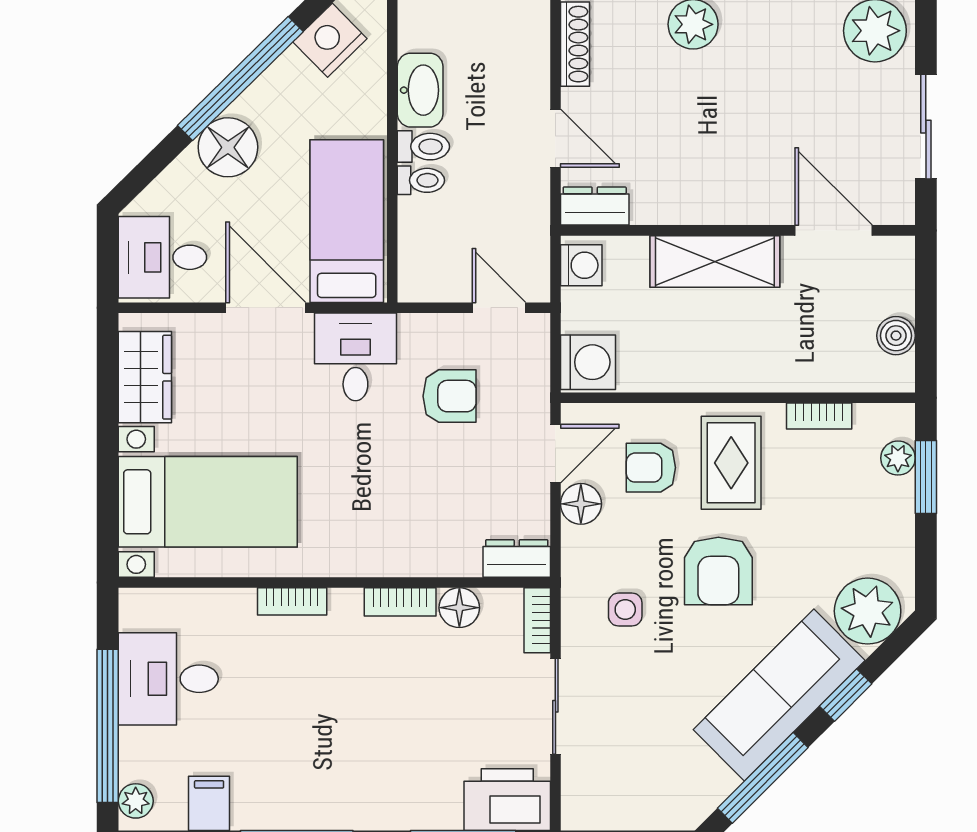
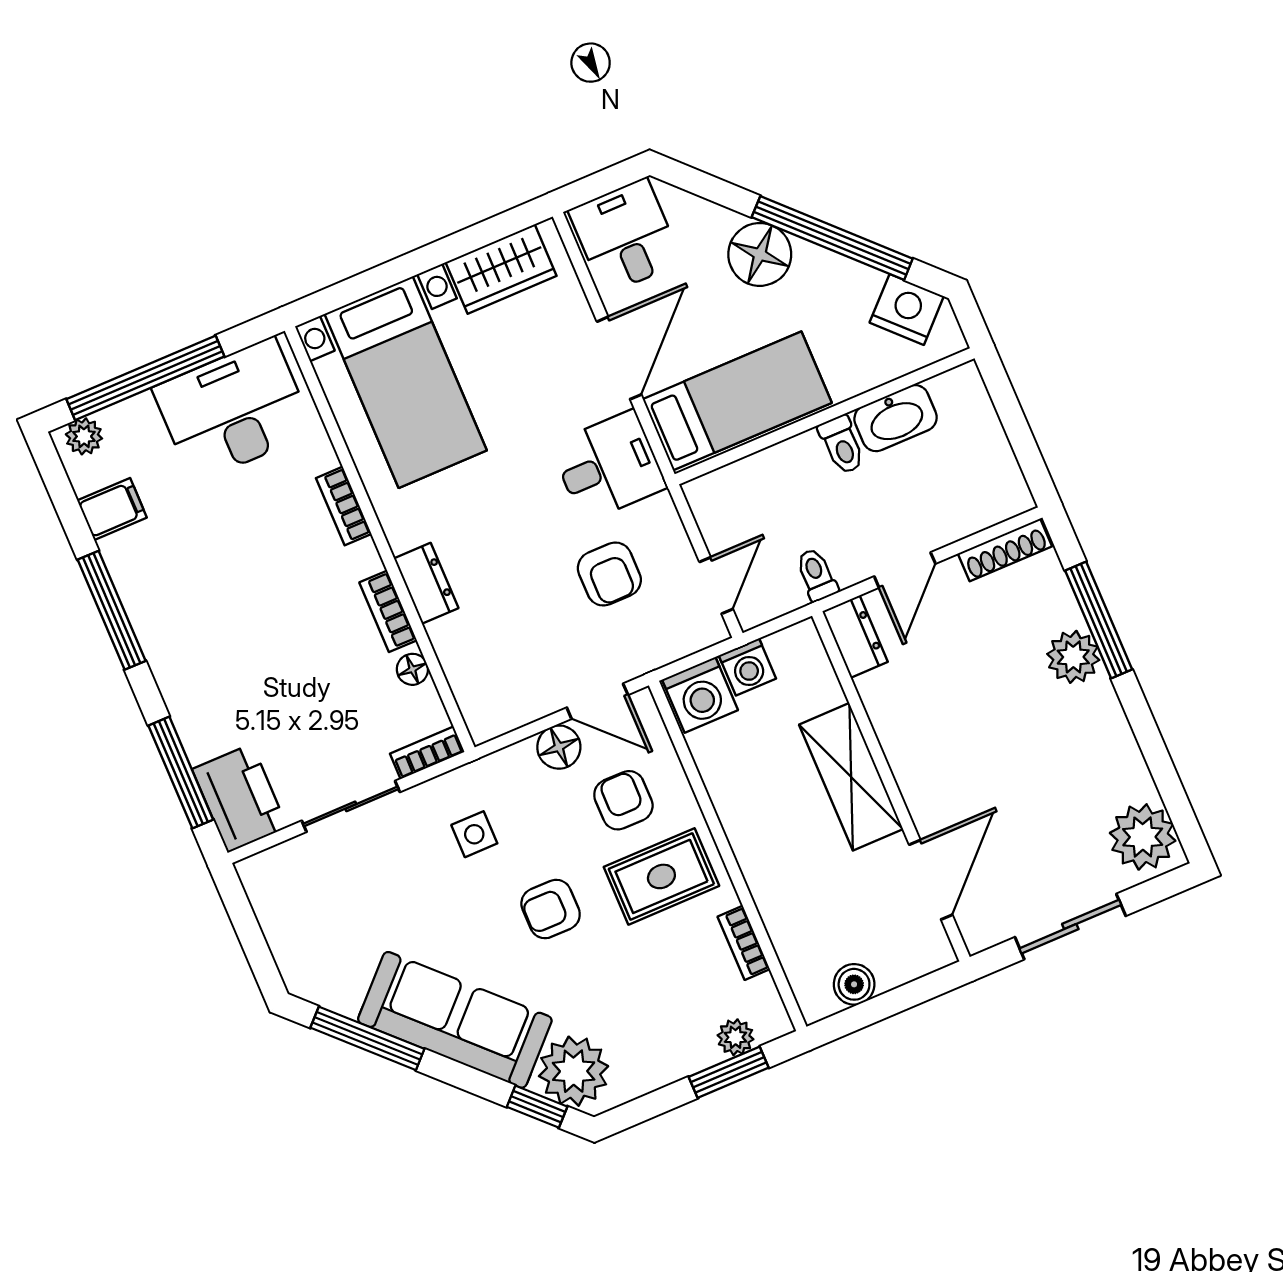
toilet: (421, 180) -> (817, 575), moved, turned 180
washing machine: (581, 265) -> (747, 667), moved
dresser: (517, 558) -> (426, 583), moved
armchair: (718, 571) -> (551, 909), width x0.72, depth x0.72
floor lamp: (459, 608) -> (412, 669), width x0.73, depth x0.73
desk: (168, 679) -> (233, 410), width x1.37
window: (846, 695) -> (537, 1107), moved

